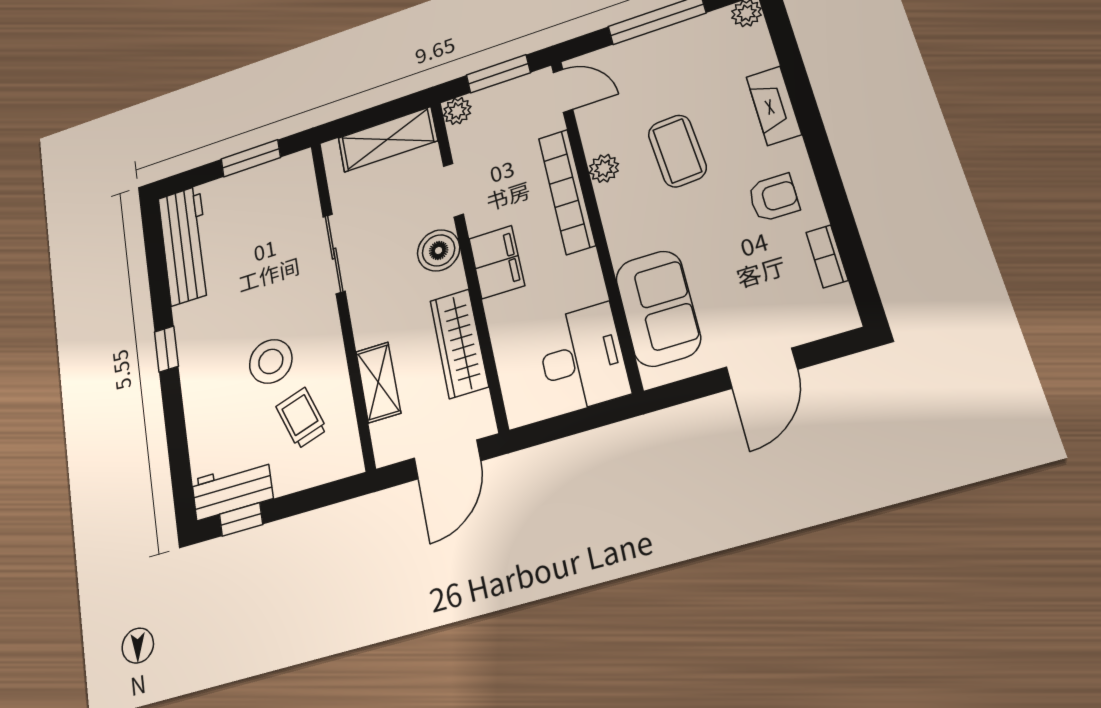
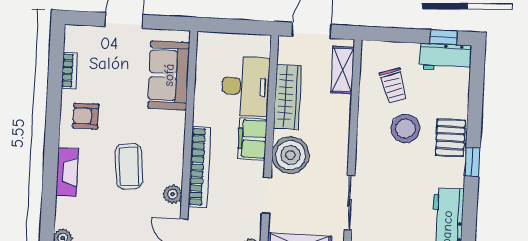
plant: (604, 168) -> (173, 194), moved
boiler: (439, 250) -> (290, 155), width x1.37, depth x1.37
sliding door: (334, 254) -> (350, 203), moved
desk: (582, 358) -> (246, 86), moved, turned 180
pallet: (203, 372) -> (450, 138), added
shelving: (378, 382) -> (343, 70), moved

